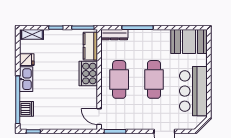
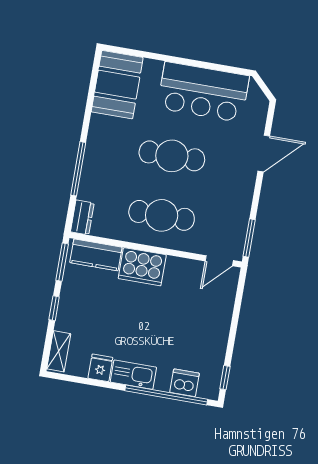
dresser: (114, 35) -> (82, 217), width x0.70

